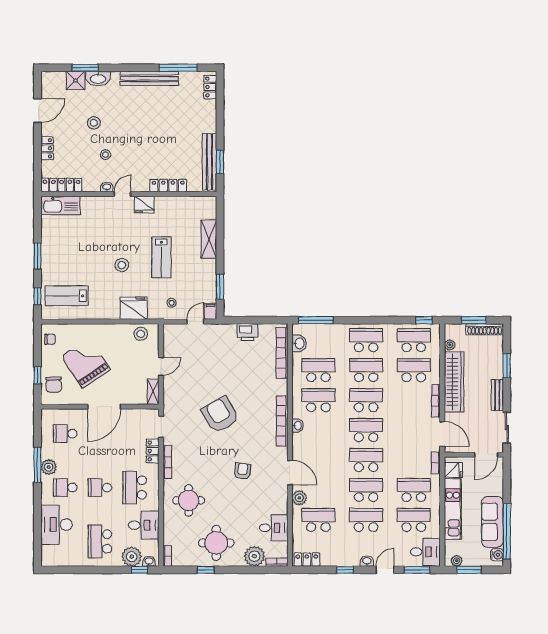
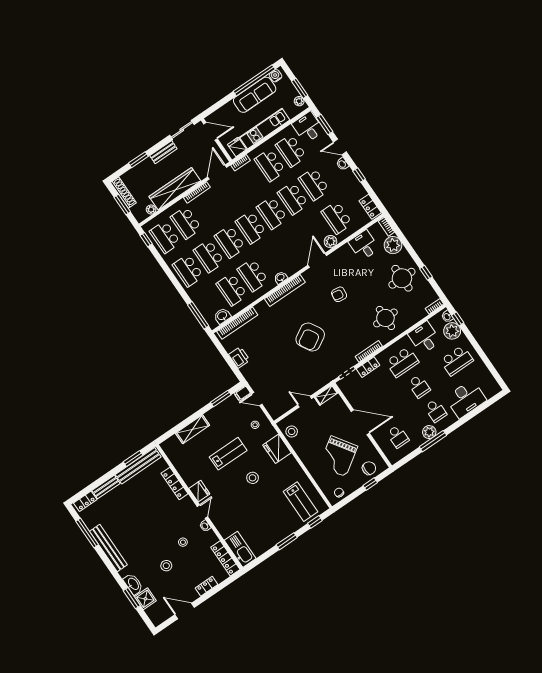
bench: (210, 117) -> (106, 487), added
door: (122, 194) -> (202, 511), swing flipped

